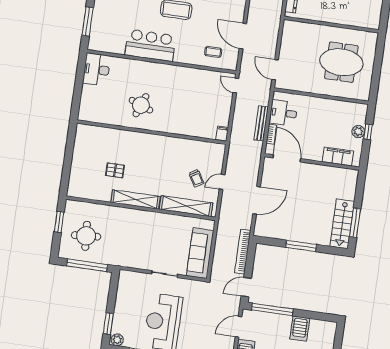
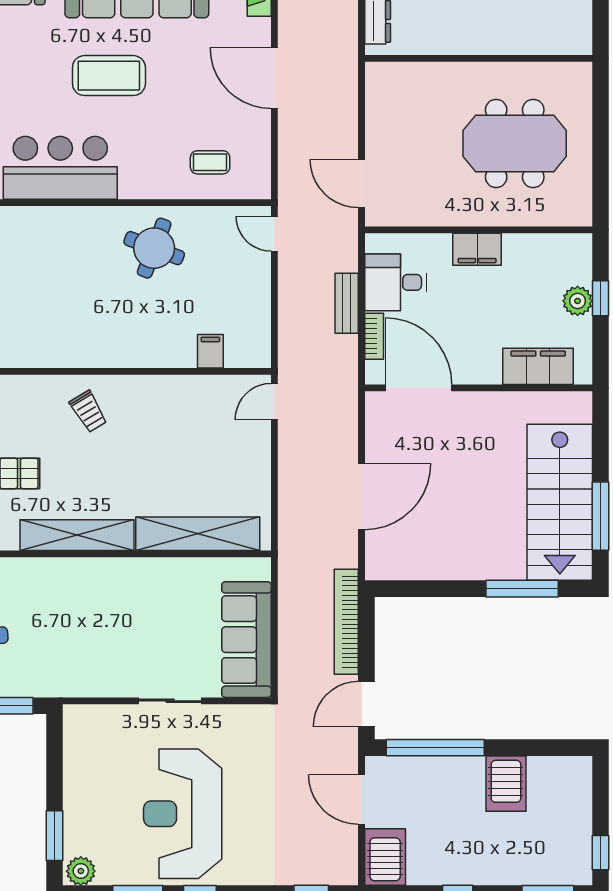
door: (243, 36) -> (274, 78), moved
filing cabinet: (319, 104) -> (477, 249), added
round table: (141, 105) -> (154, 248), moved
bench: (261, 123) -> (347, 303), width x0.73
filing cabinet: (222, 134) -> (210, 351), moved
trolley: (196, 178) -> (88, 412), moved
door: (222, 182) -> (274, 402), moved
stairs: (342, 224) -> (560, 502), width x1.36, depth x1.51
window: (301, 246) -> (522, 589), moved
door: (239, 327) -> (362, 800), hinge flipped

